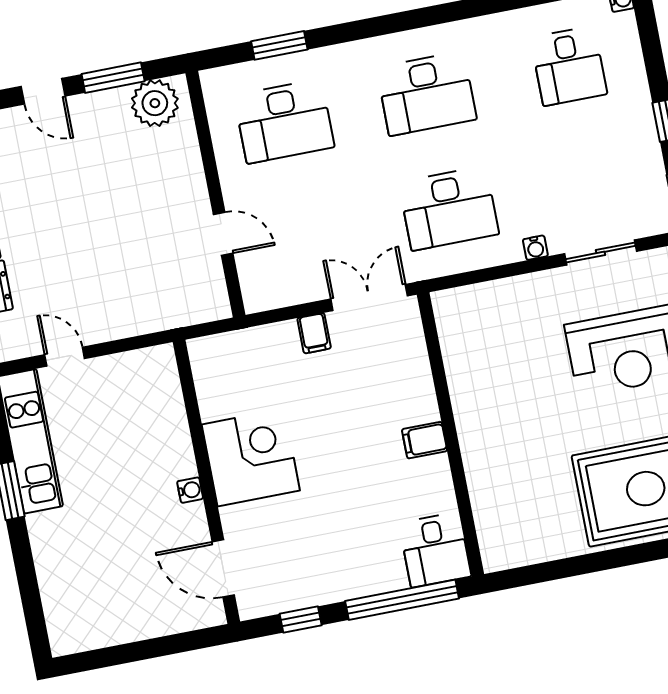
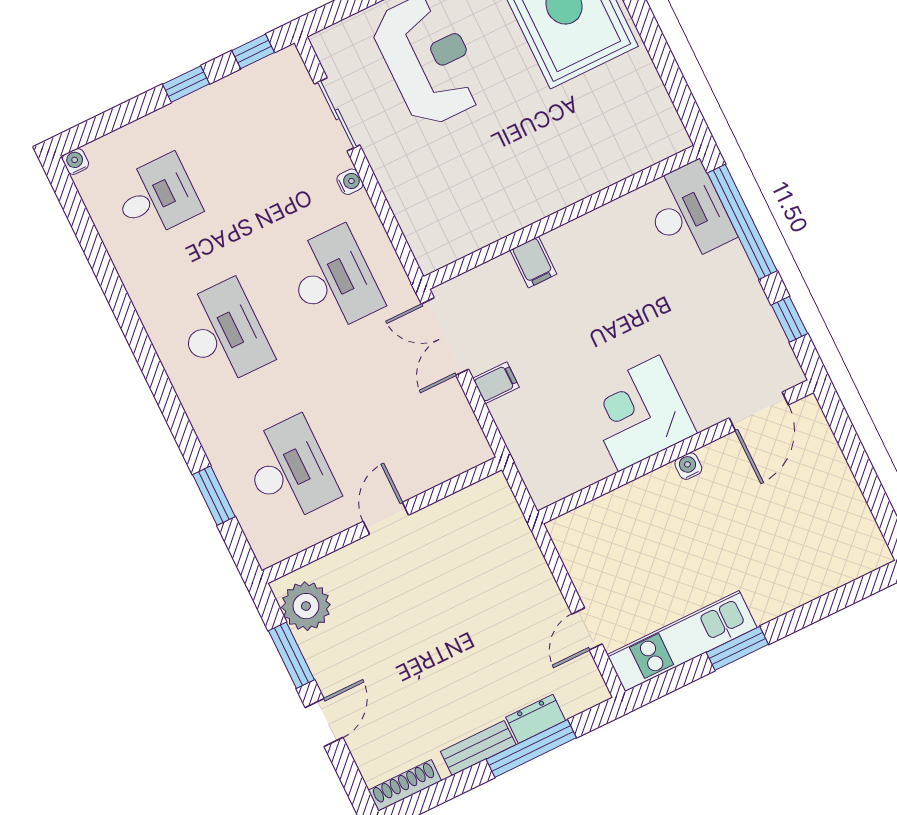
door: (223, 234) -> (386, 518), moved
filing cabinet: (425, 440) -> (533, 262), moved
desk: (435, 550) -> (688, 213), width x1.37

